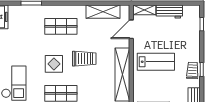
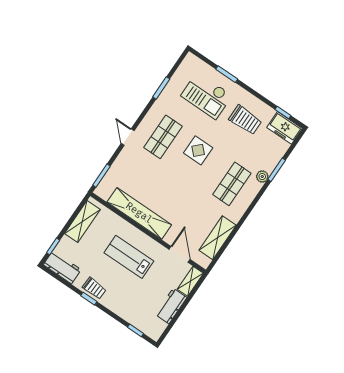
plant: (42, 10) -> (262, 177), added
trolley: (84, 59) -> (245, 120), moved, turned -90
lab bench: (156, 62) -> (129, 257), turned 90

